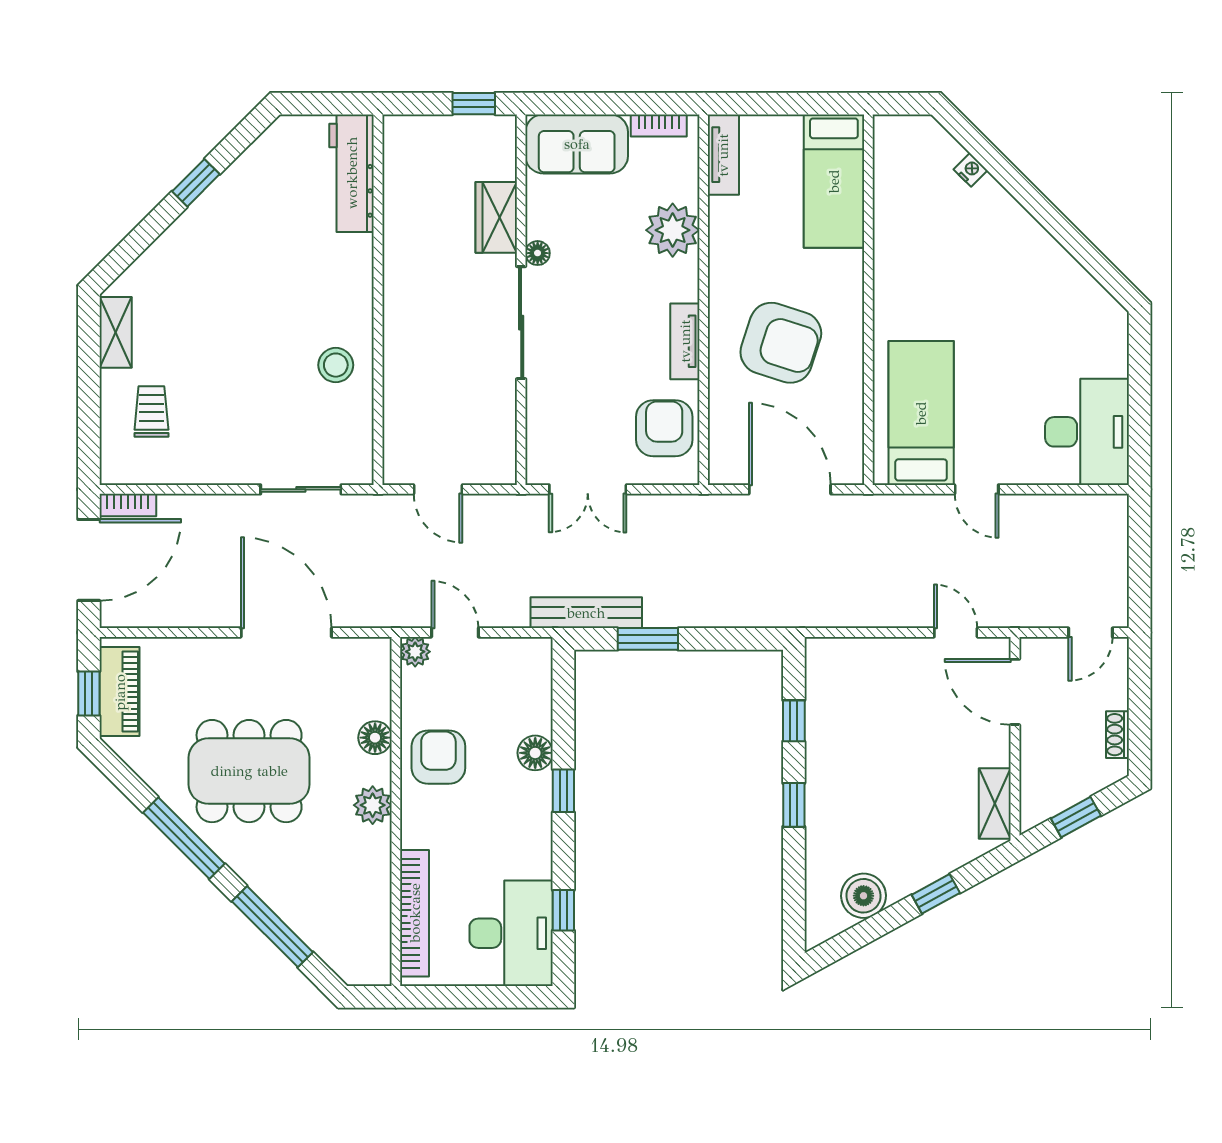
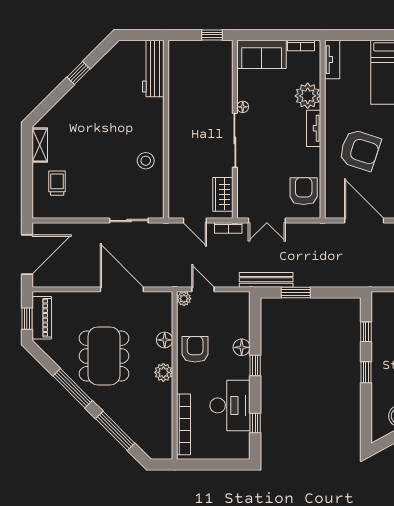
wardrobe: (496, 217) -> (223, 194), moved
tv unit: (685, 341) -> (314, 128), moved
bookcase: (128, 505) -> (228, 228), moved
dining table: (249, 771) -> (104, 356), turned 90
desk: (511, 933) -> (230, 405), moved

